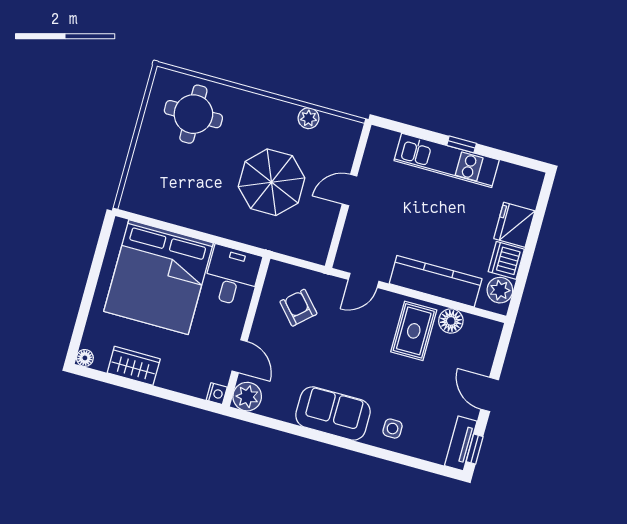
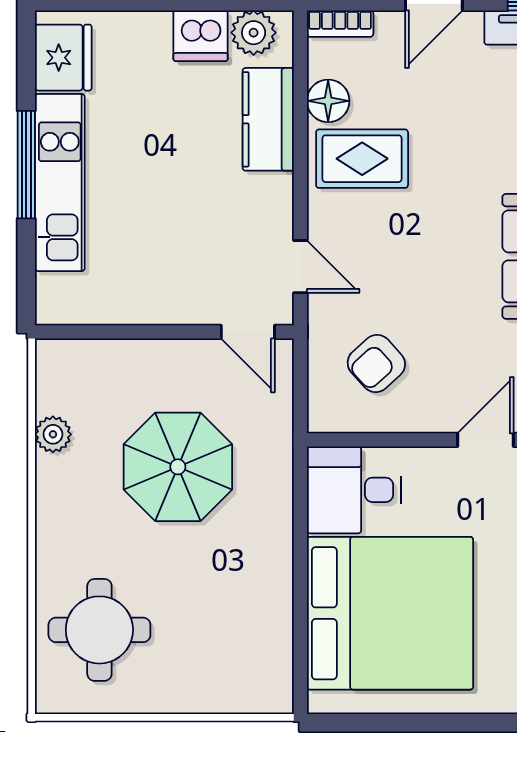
window: (462, 144) -> (26, 165), width x2.17
door: (350, 190) -> (248, 332), moved
fridge: (514, 225) -> (63, 58), moved, turned -90
kitchen counter: (436, 281) -> (268, 119), width x0.67
bookcase: (492, 339) -> (340, 24), added

